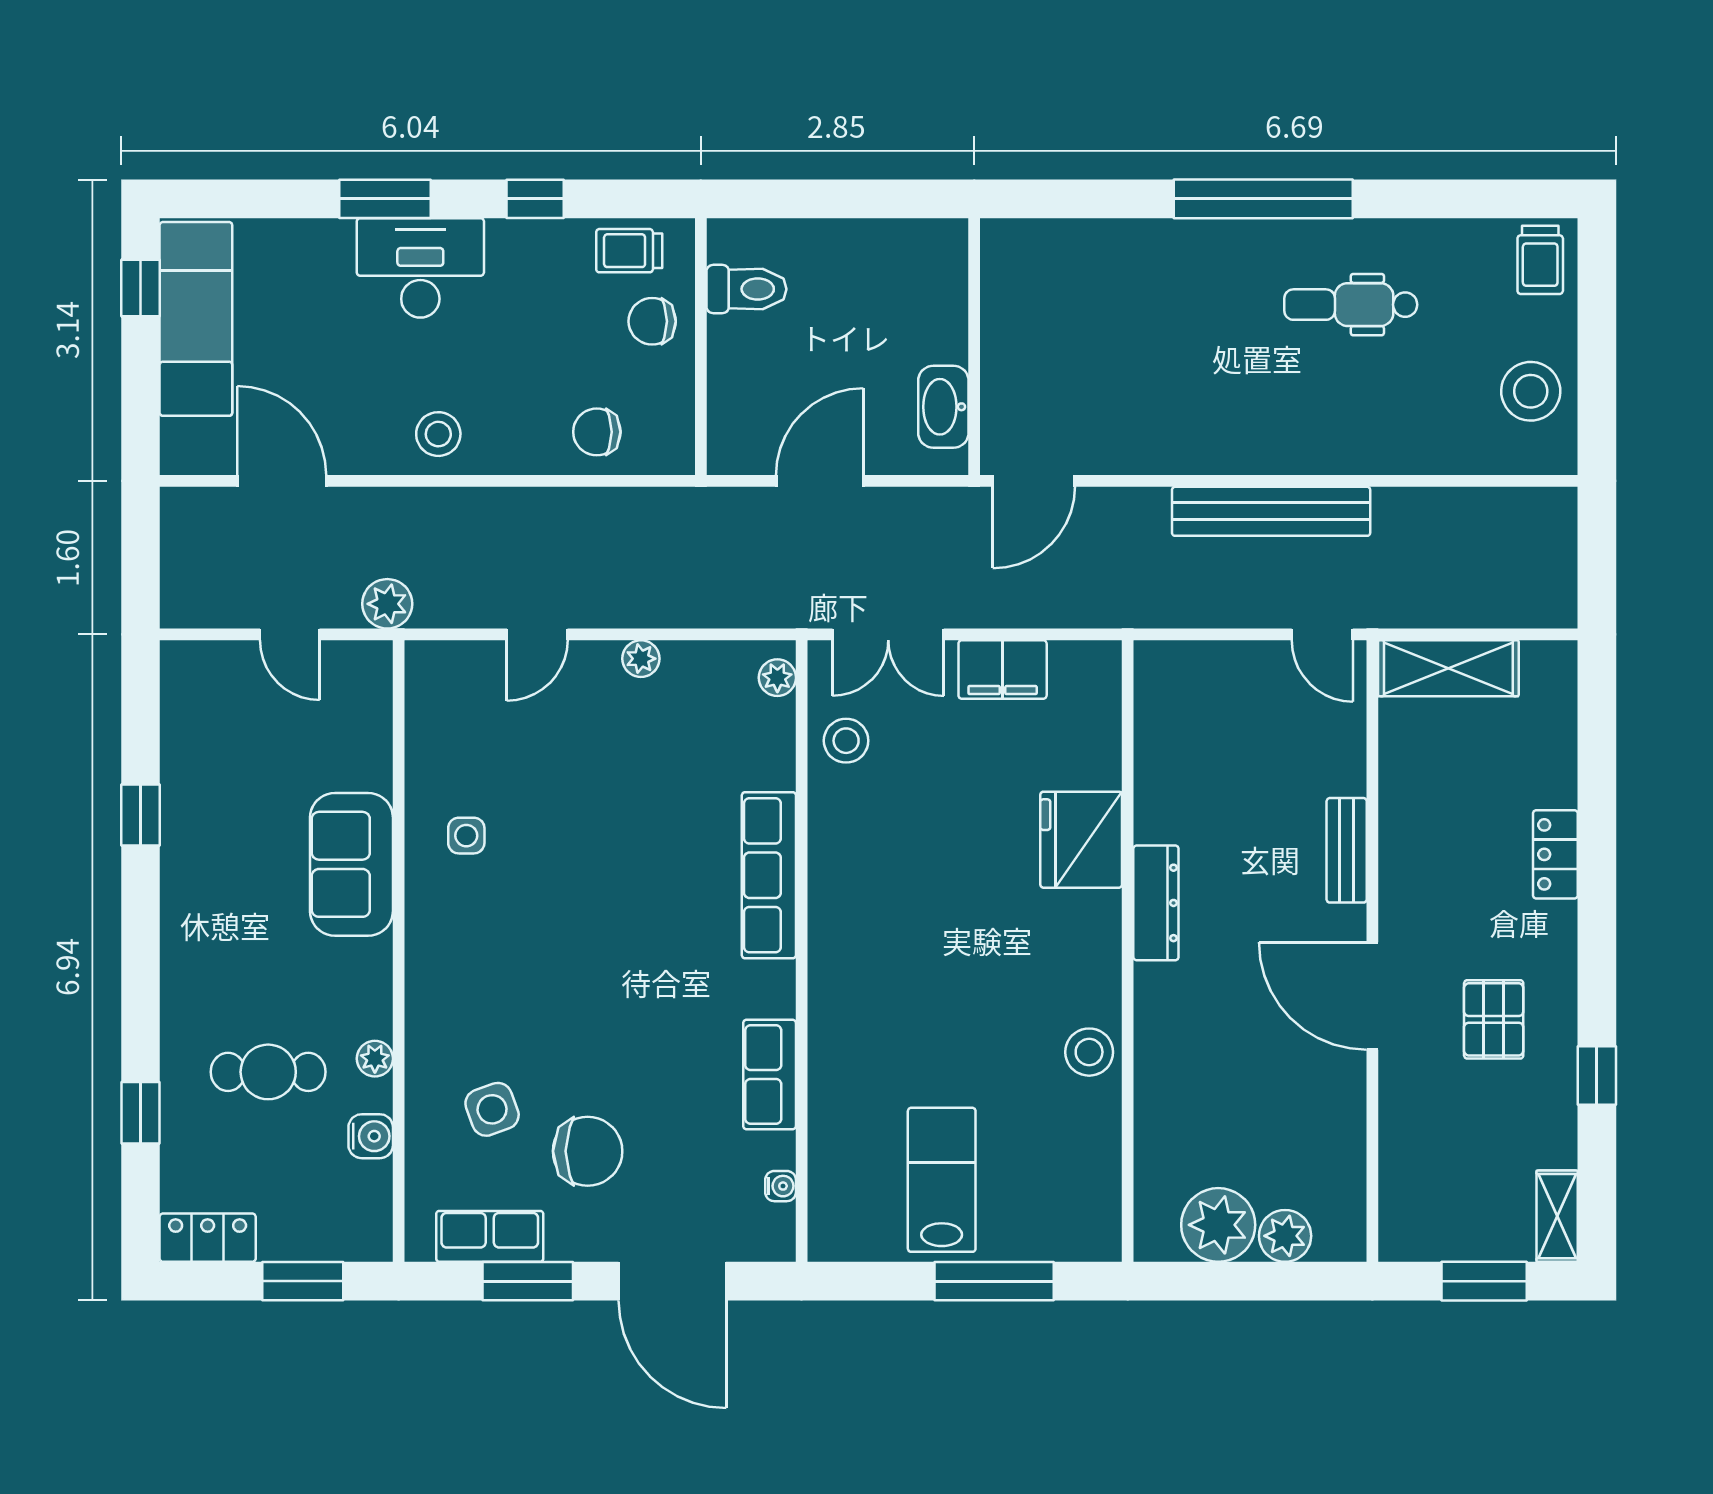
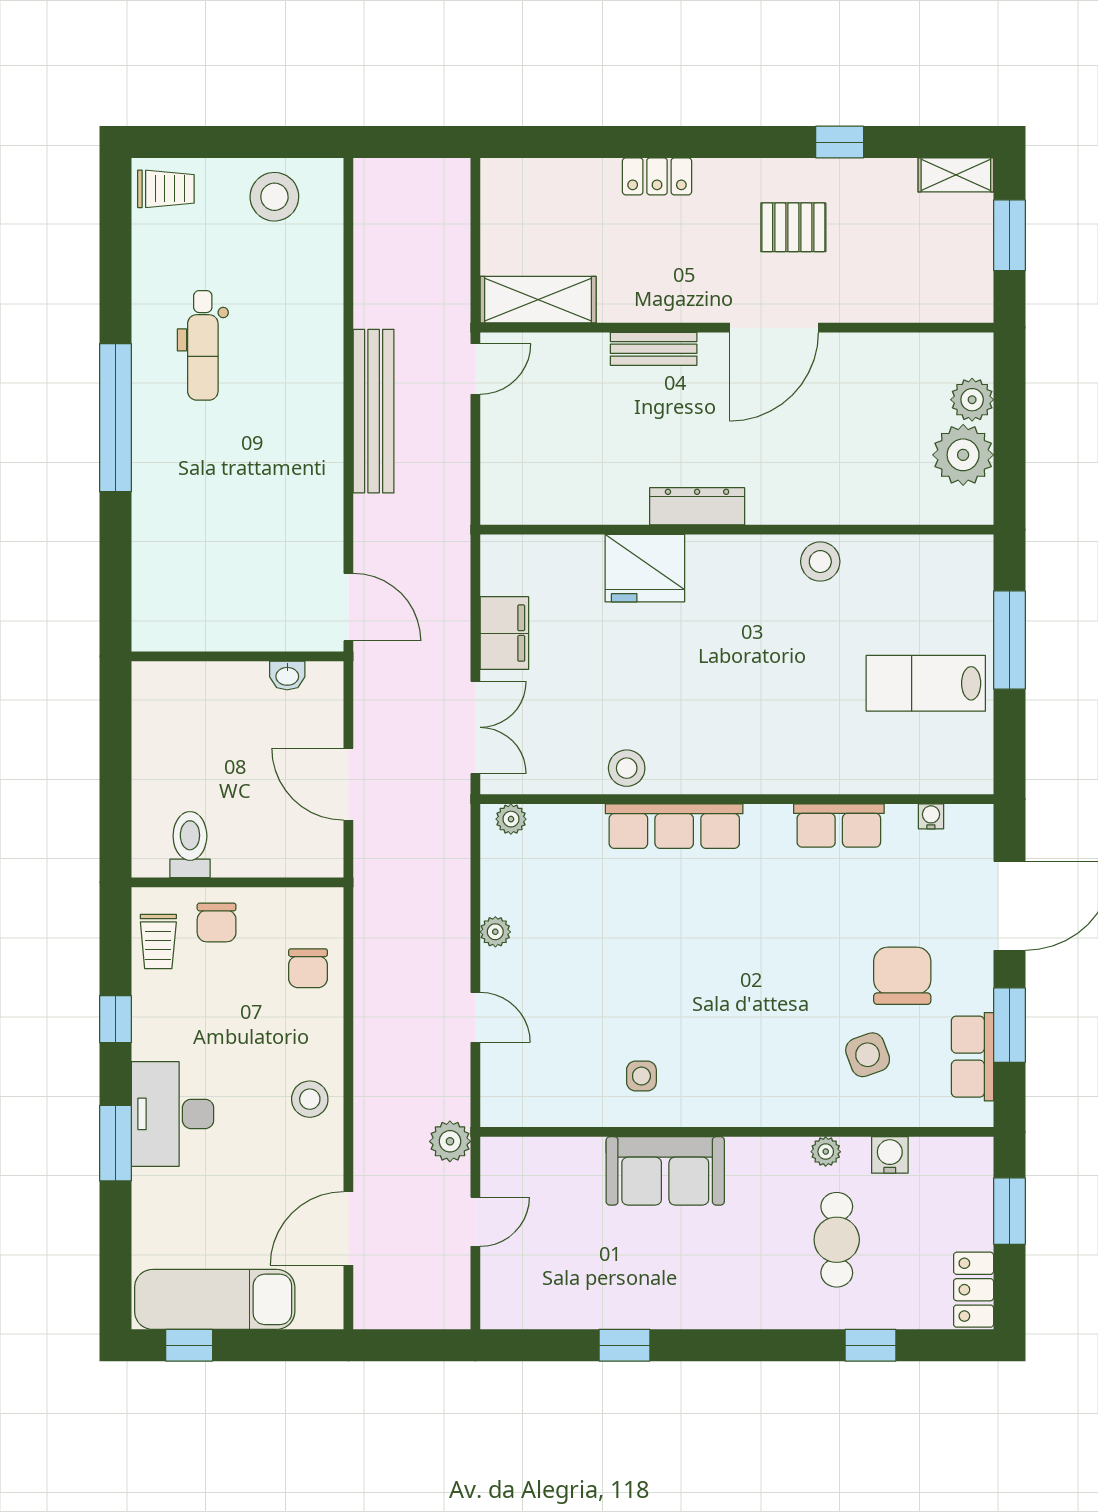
washbasin: (943, 407) -> (287, 676), width x0.52, depth x0.69
shelving: (1448, 668) -> (538, 300), moved, turned 90
stool: (846, 741) -> (627, 768), moved

